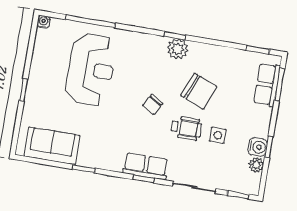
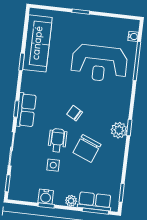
water cooler: (43, 22) -> (133, 36), moved
wheelchair: (186, 128) -> (57, 140), turned 180
sofa: (52, 146) -> (37, 43), width x1.36
plant: (256, 165) -> (71, 201), moved

